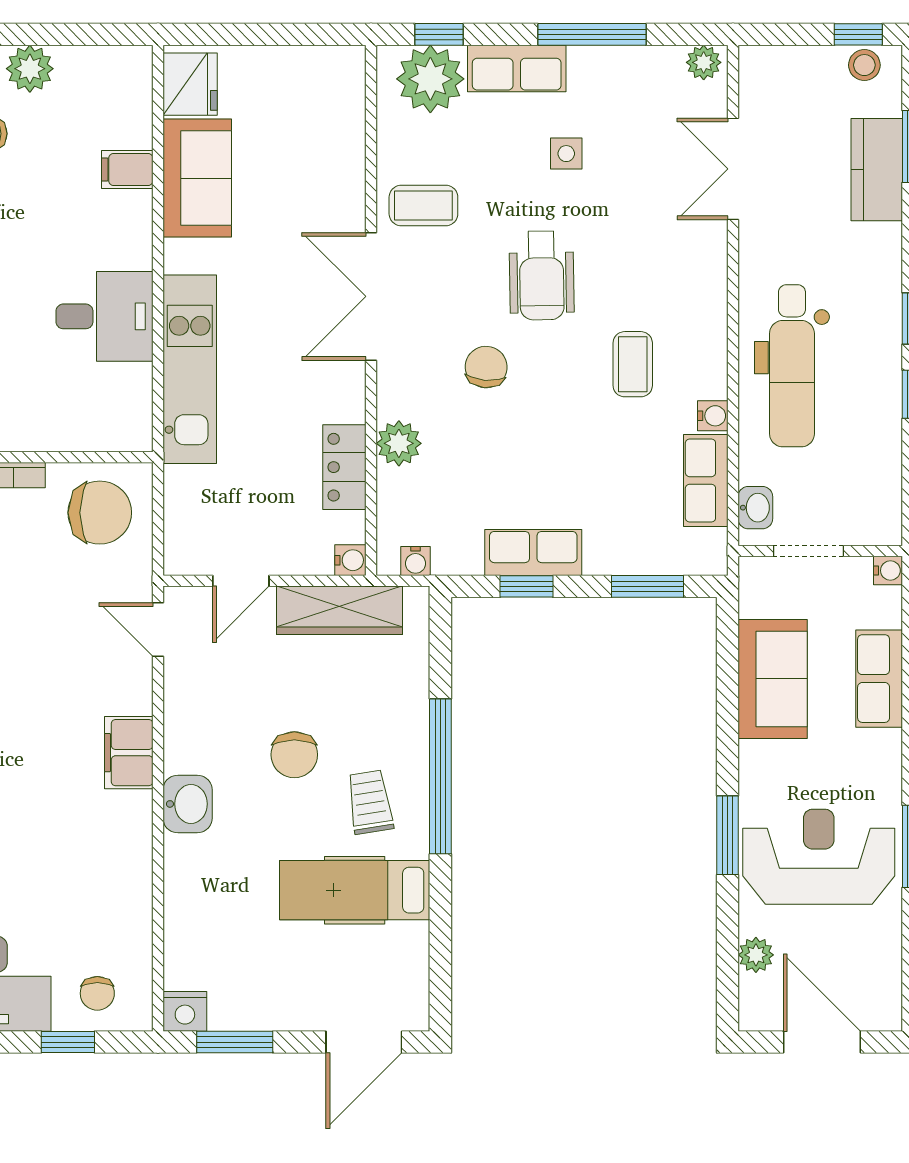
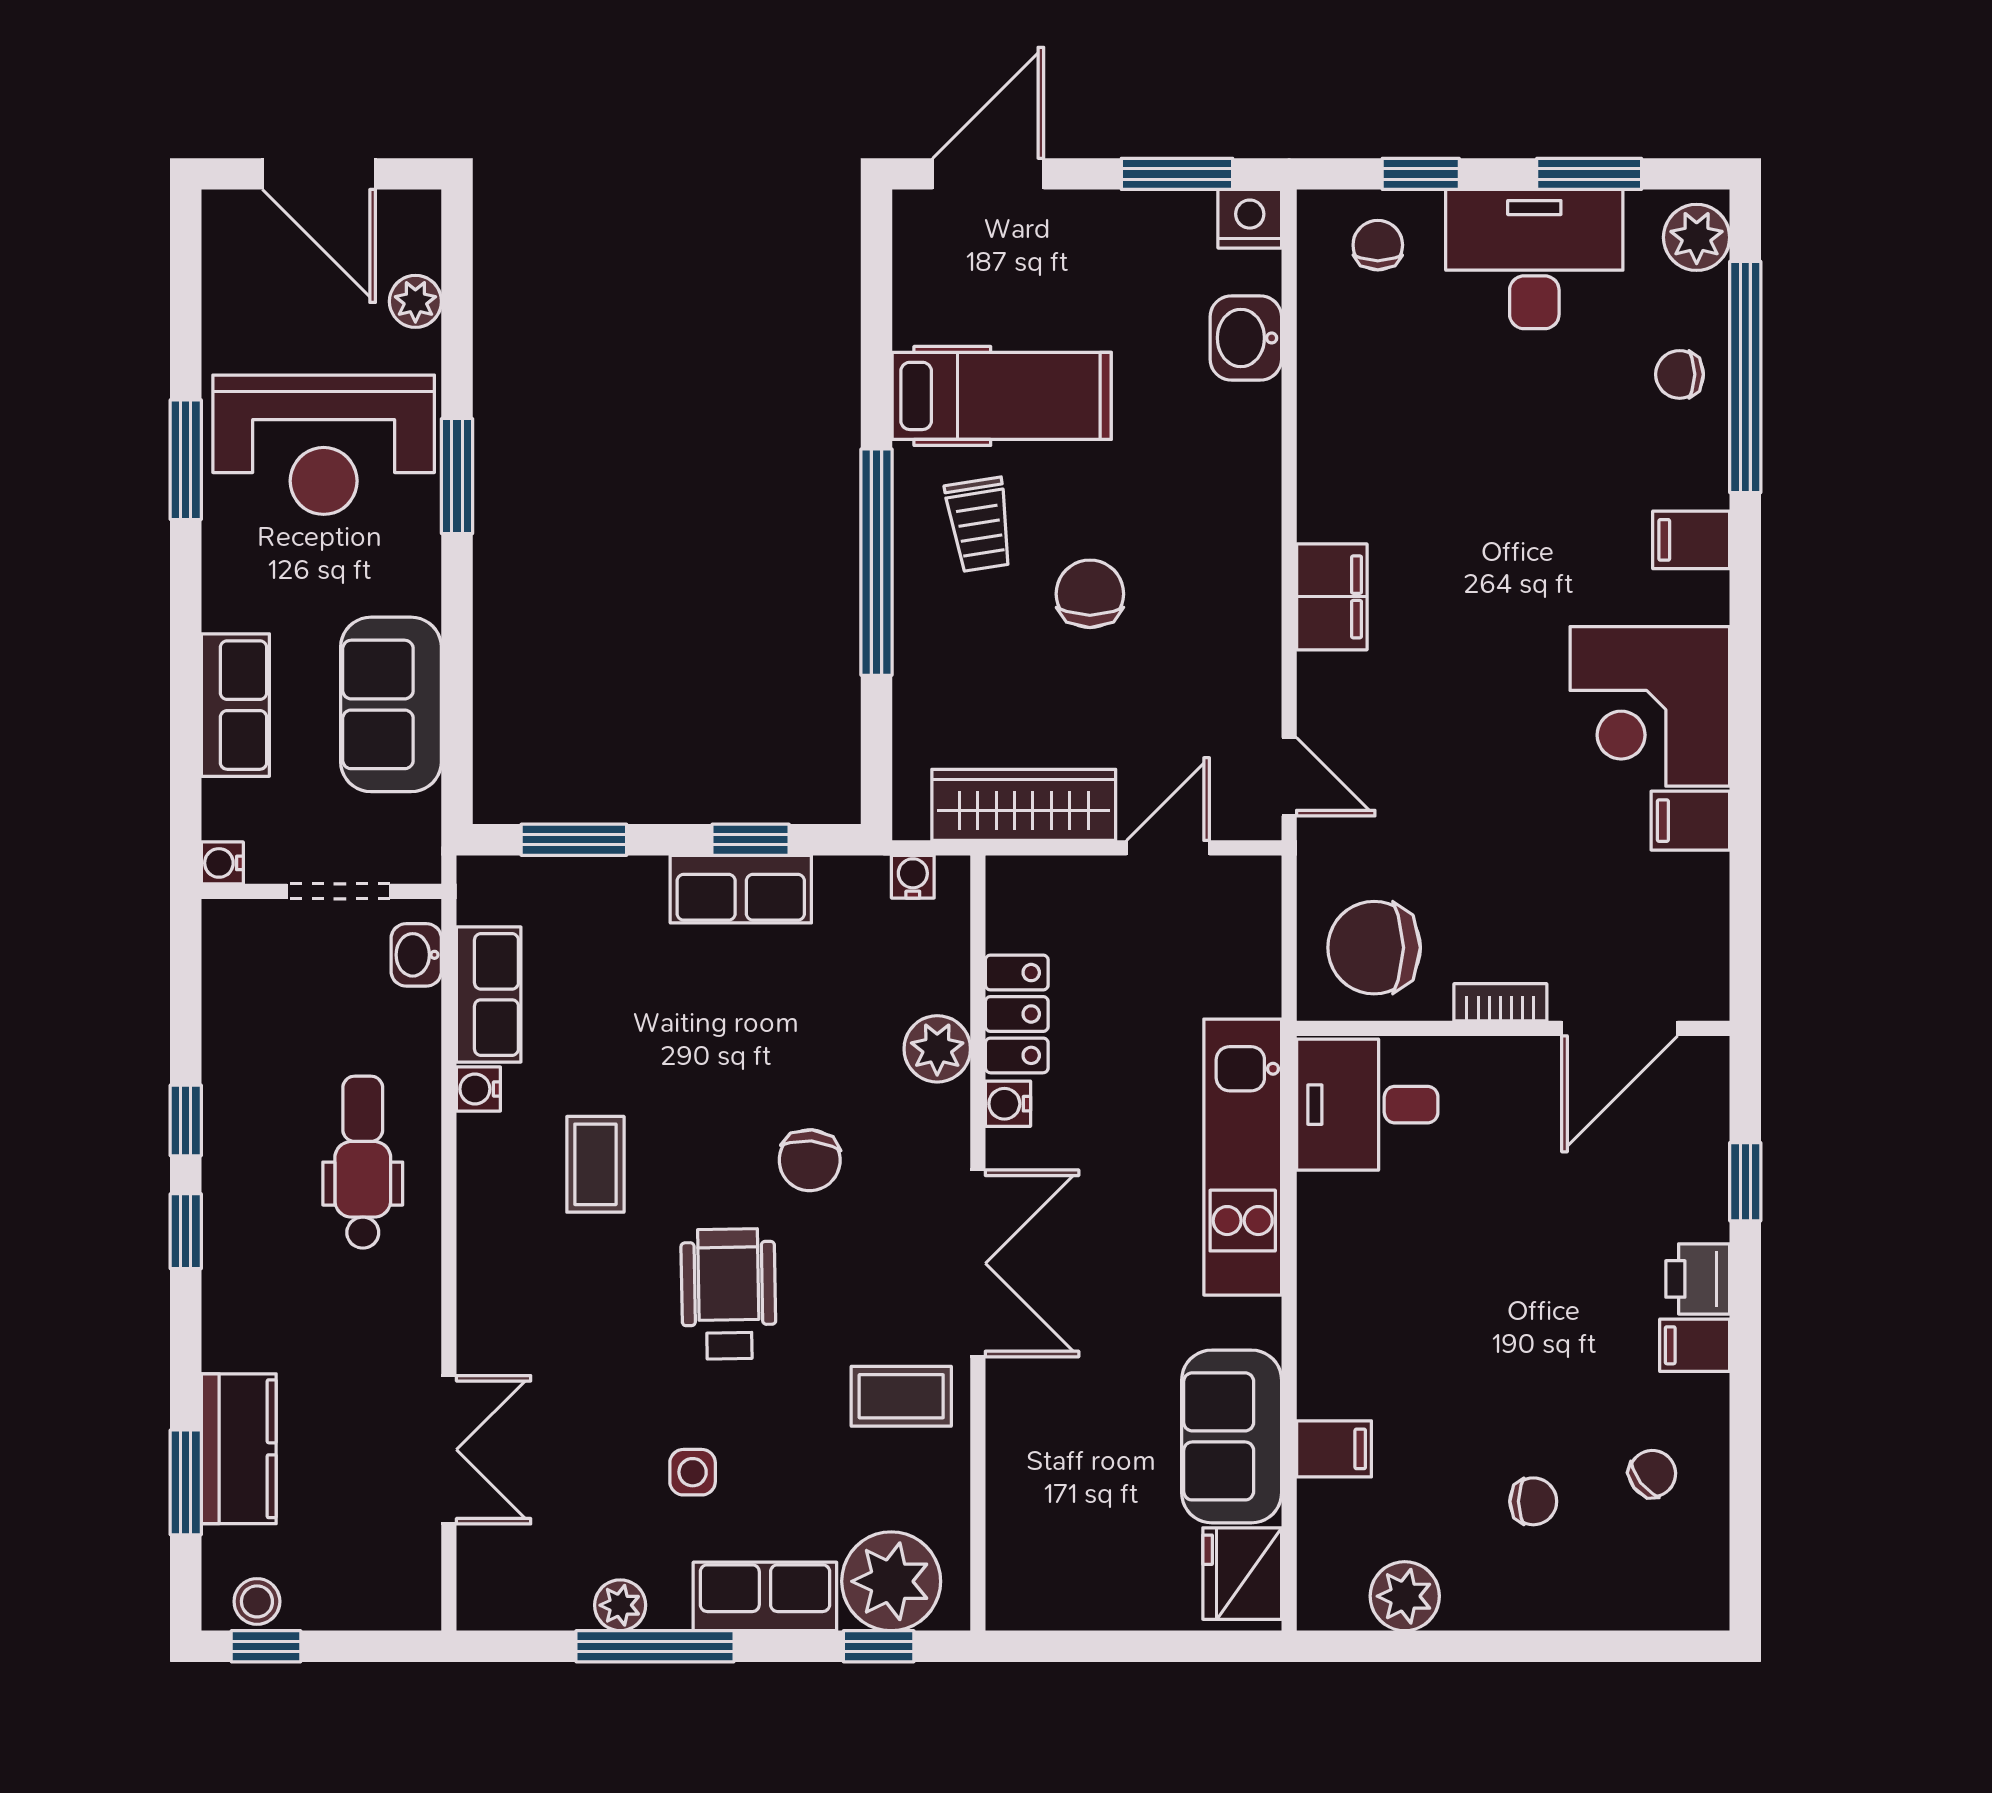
plant: (704, 62) -> (620, 1605), moved
plant: (30, 69) -> (1405, 1596), moved
desk: (104, 316) -> (1367, 1105), moved
dental chair: (792, 366) -> (363, 1162), width x0.73, depth x0.72
water cooler: (350, 560) -> (1008, 1104), moved
washbasin: (188, 804) -> (1246, 338), moved

